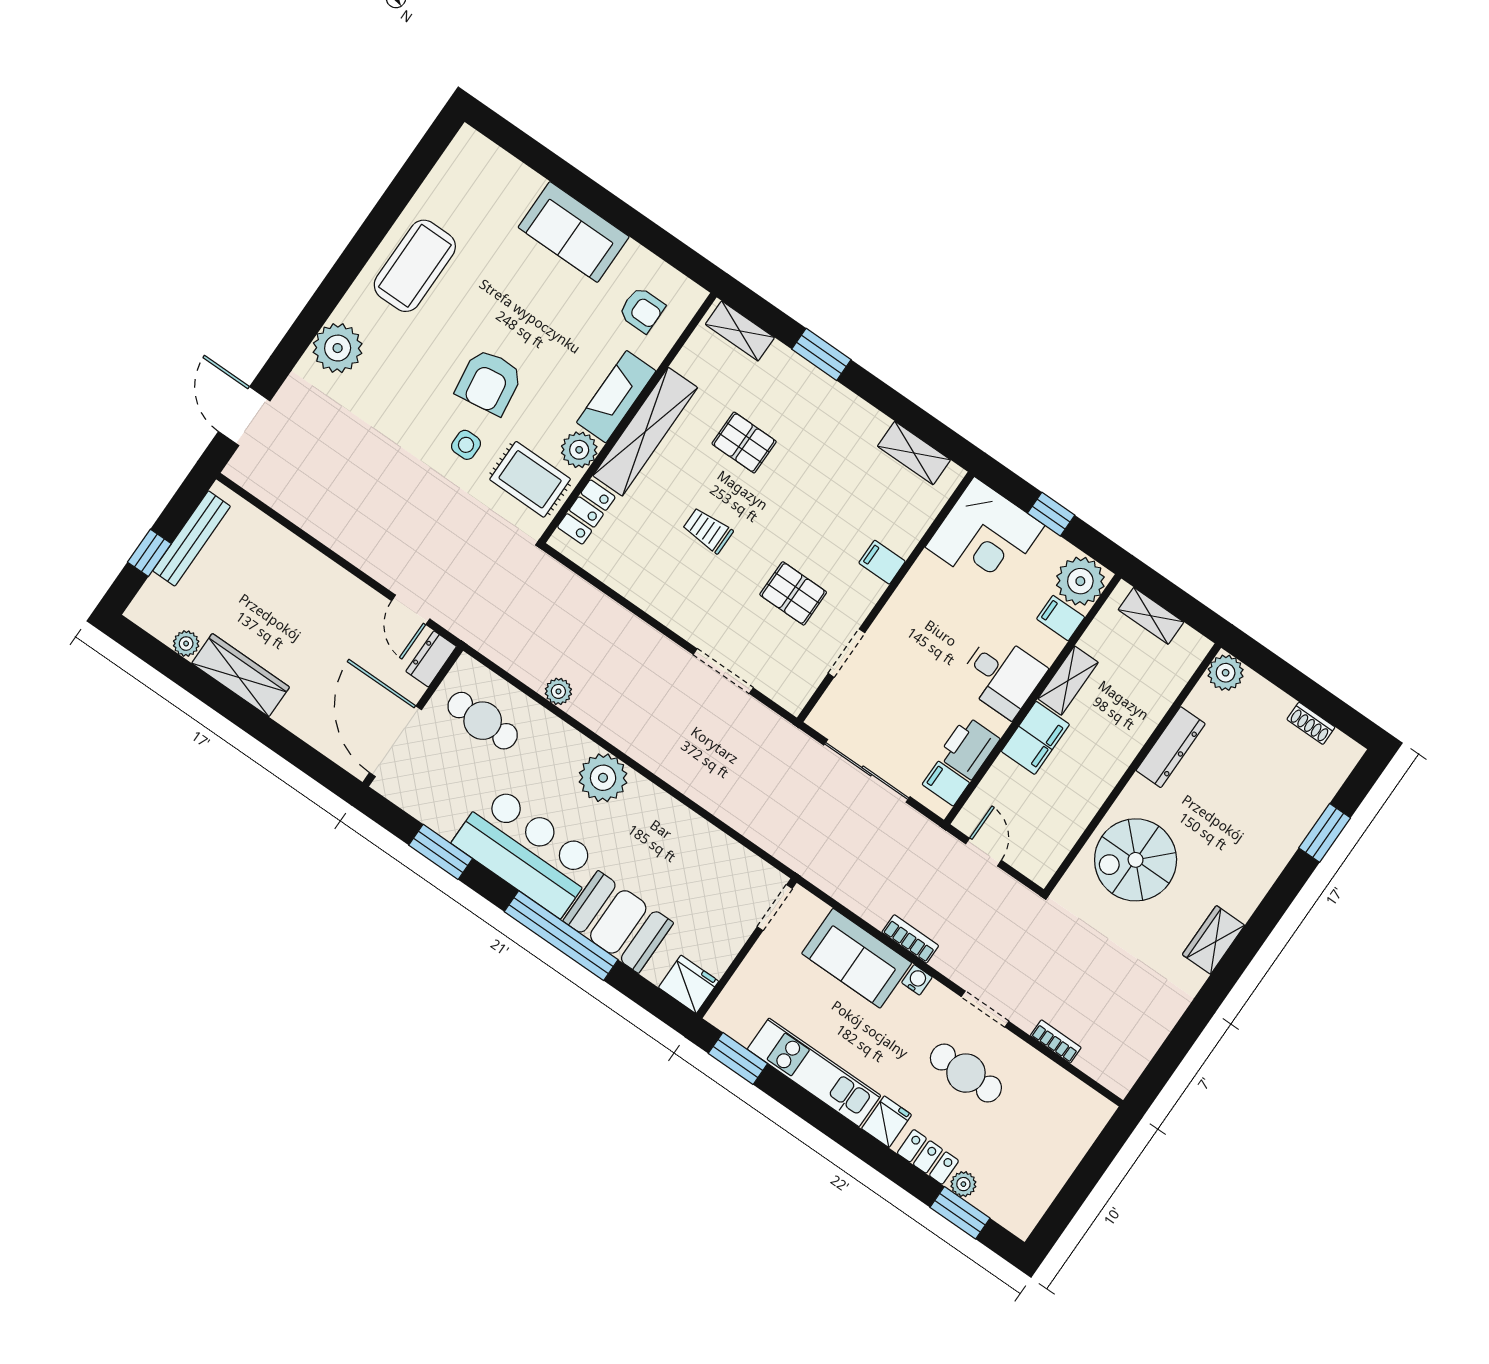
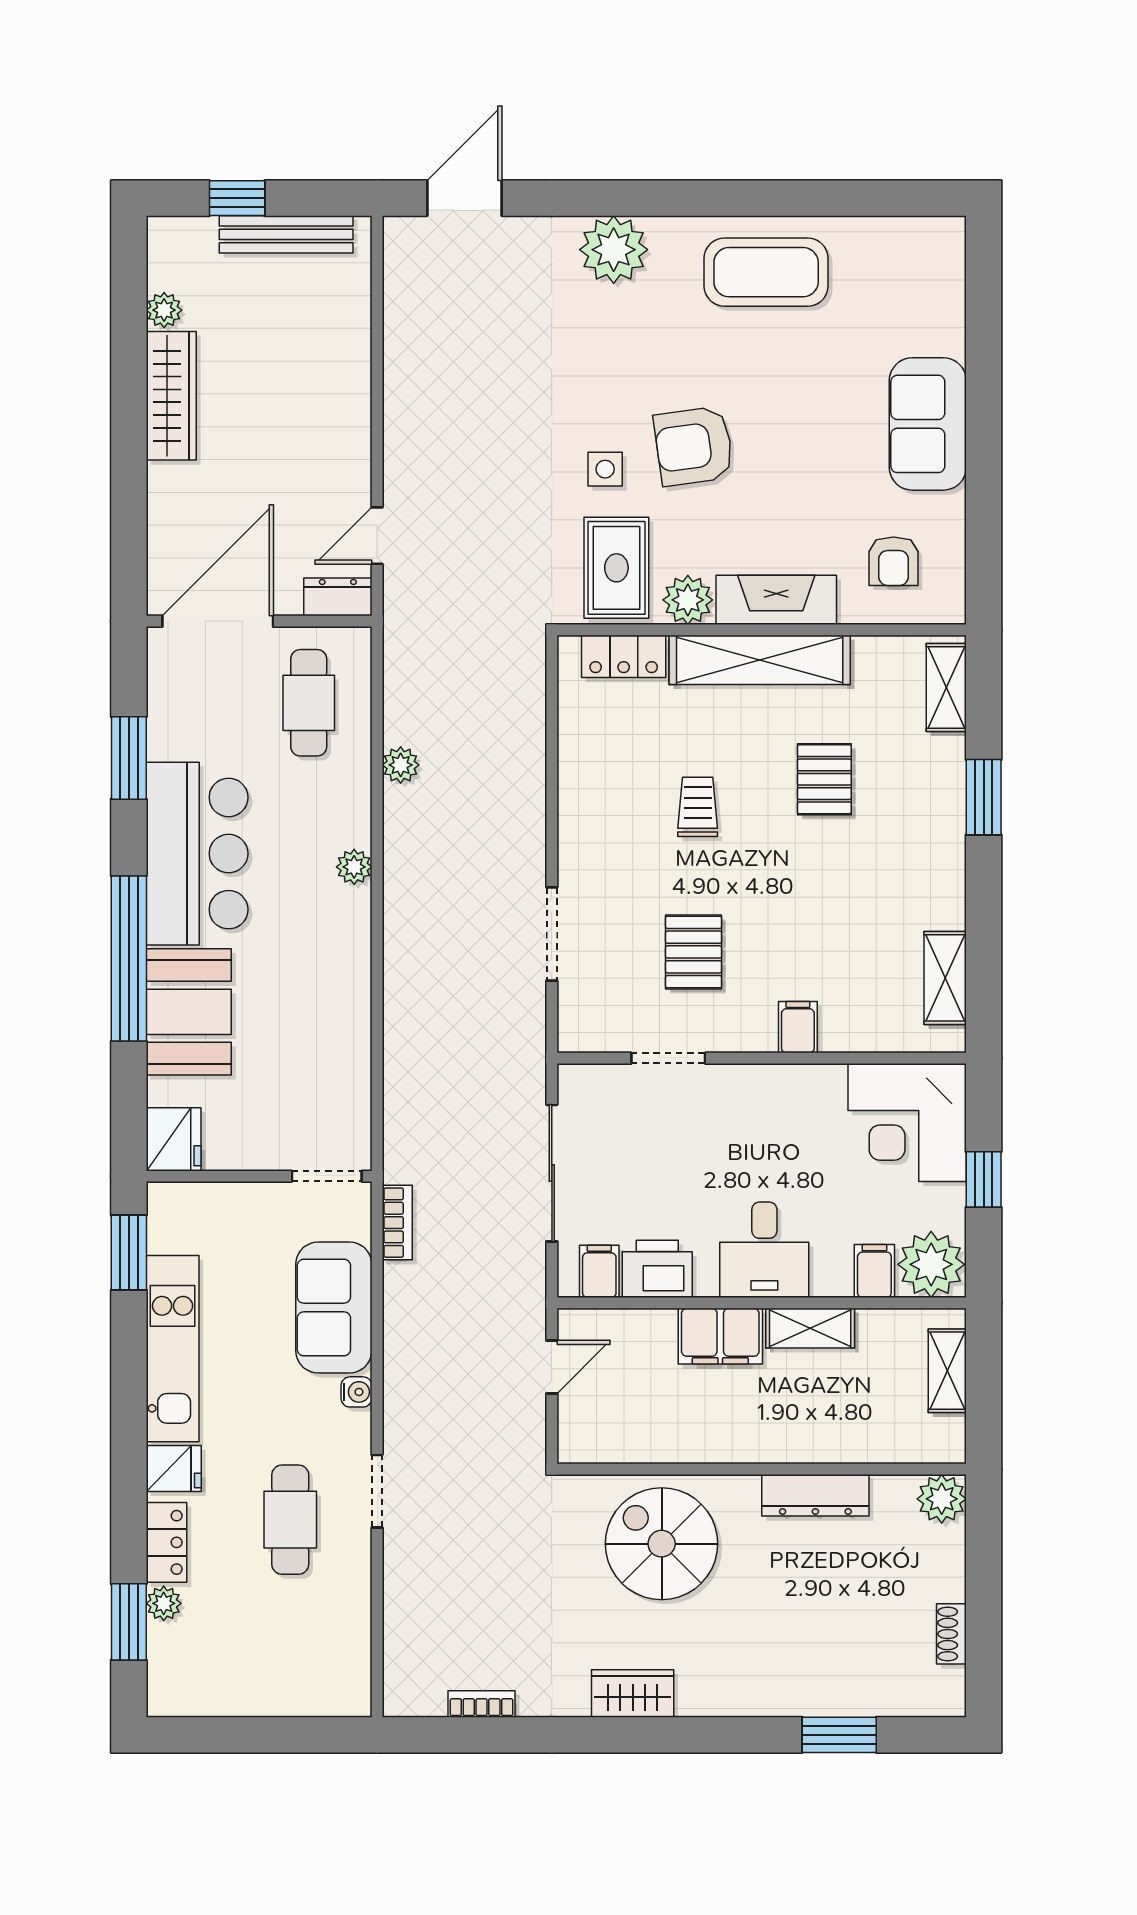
plant: (603, 778) -> (354, 867), width x0.53, depth x0.53
bookcase: (910, 939) -> (397, 1223), moved
bookcase: (1056, 1041) -> (482, 1704), moved, turned -90

